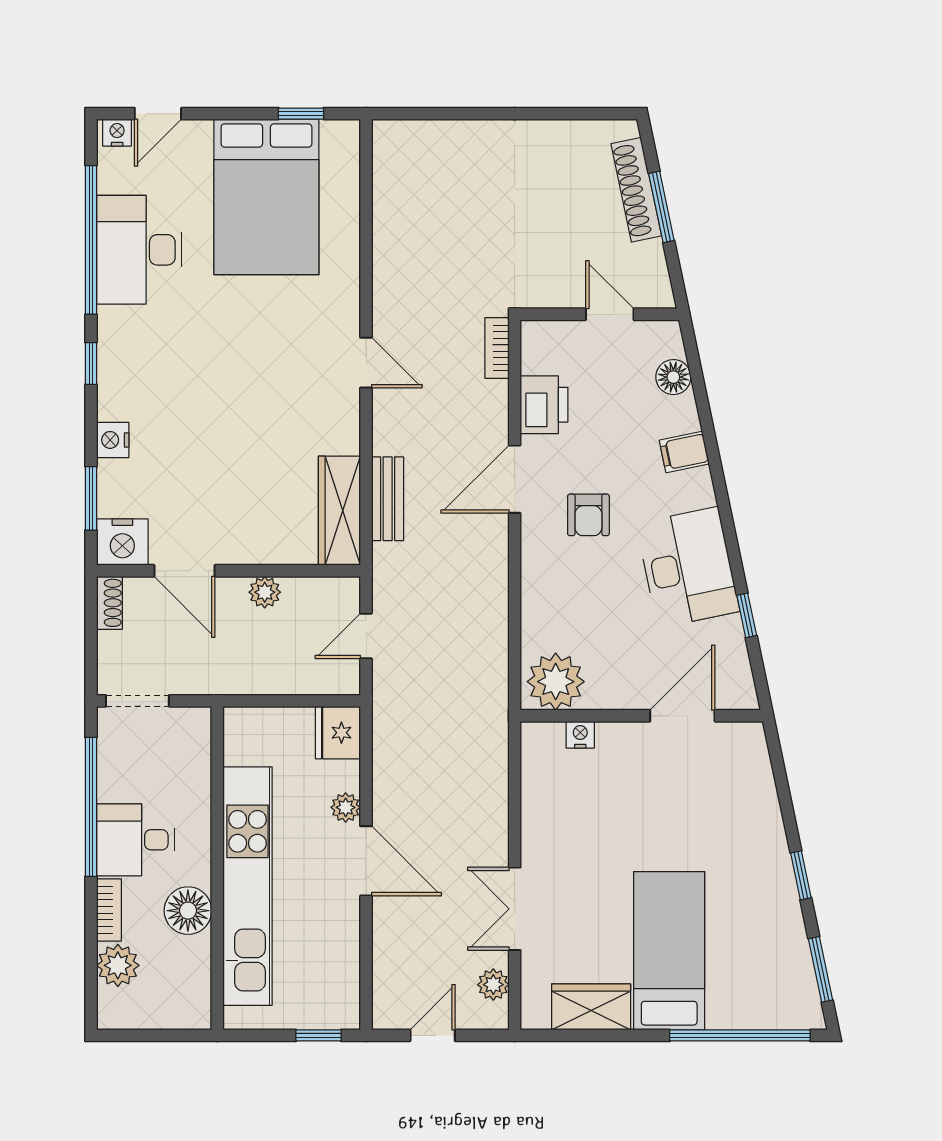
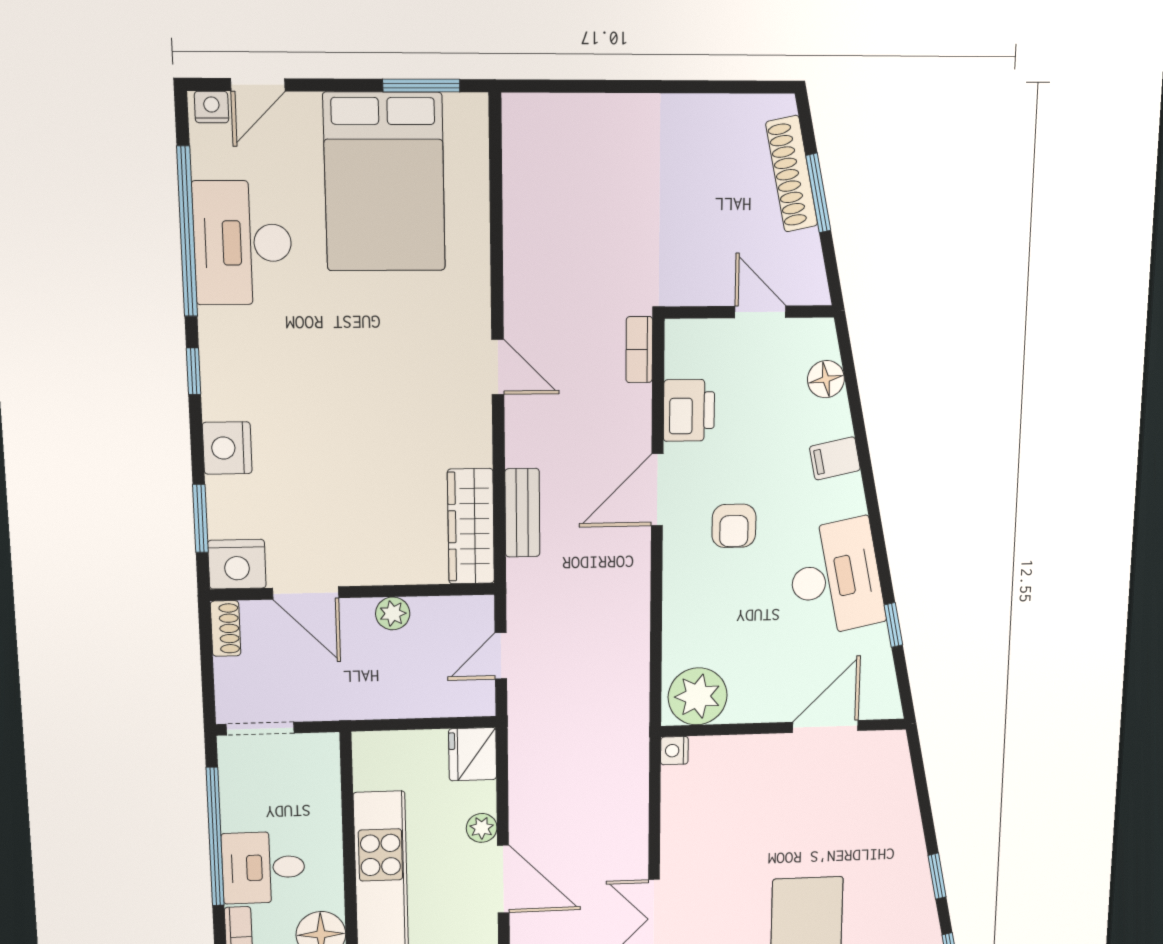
window: (301, 114) -> (421, 86), width x1.50
nightstand: (113, 440) -> (227, 448), width x1.36, depth x1.33
nightstand: (580, 735) -> (674, 751), moved, turned -90

